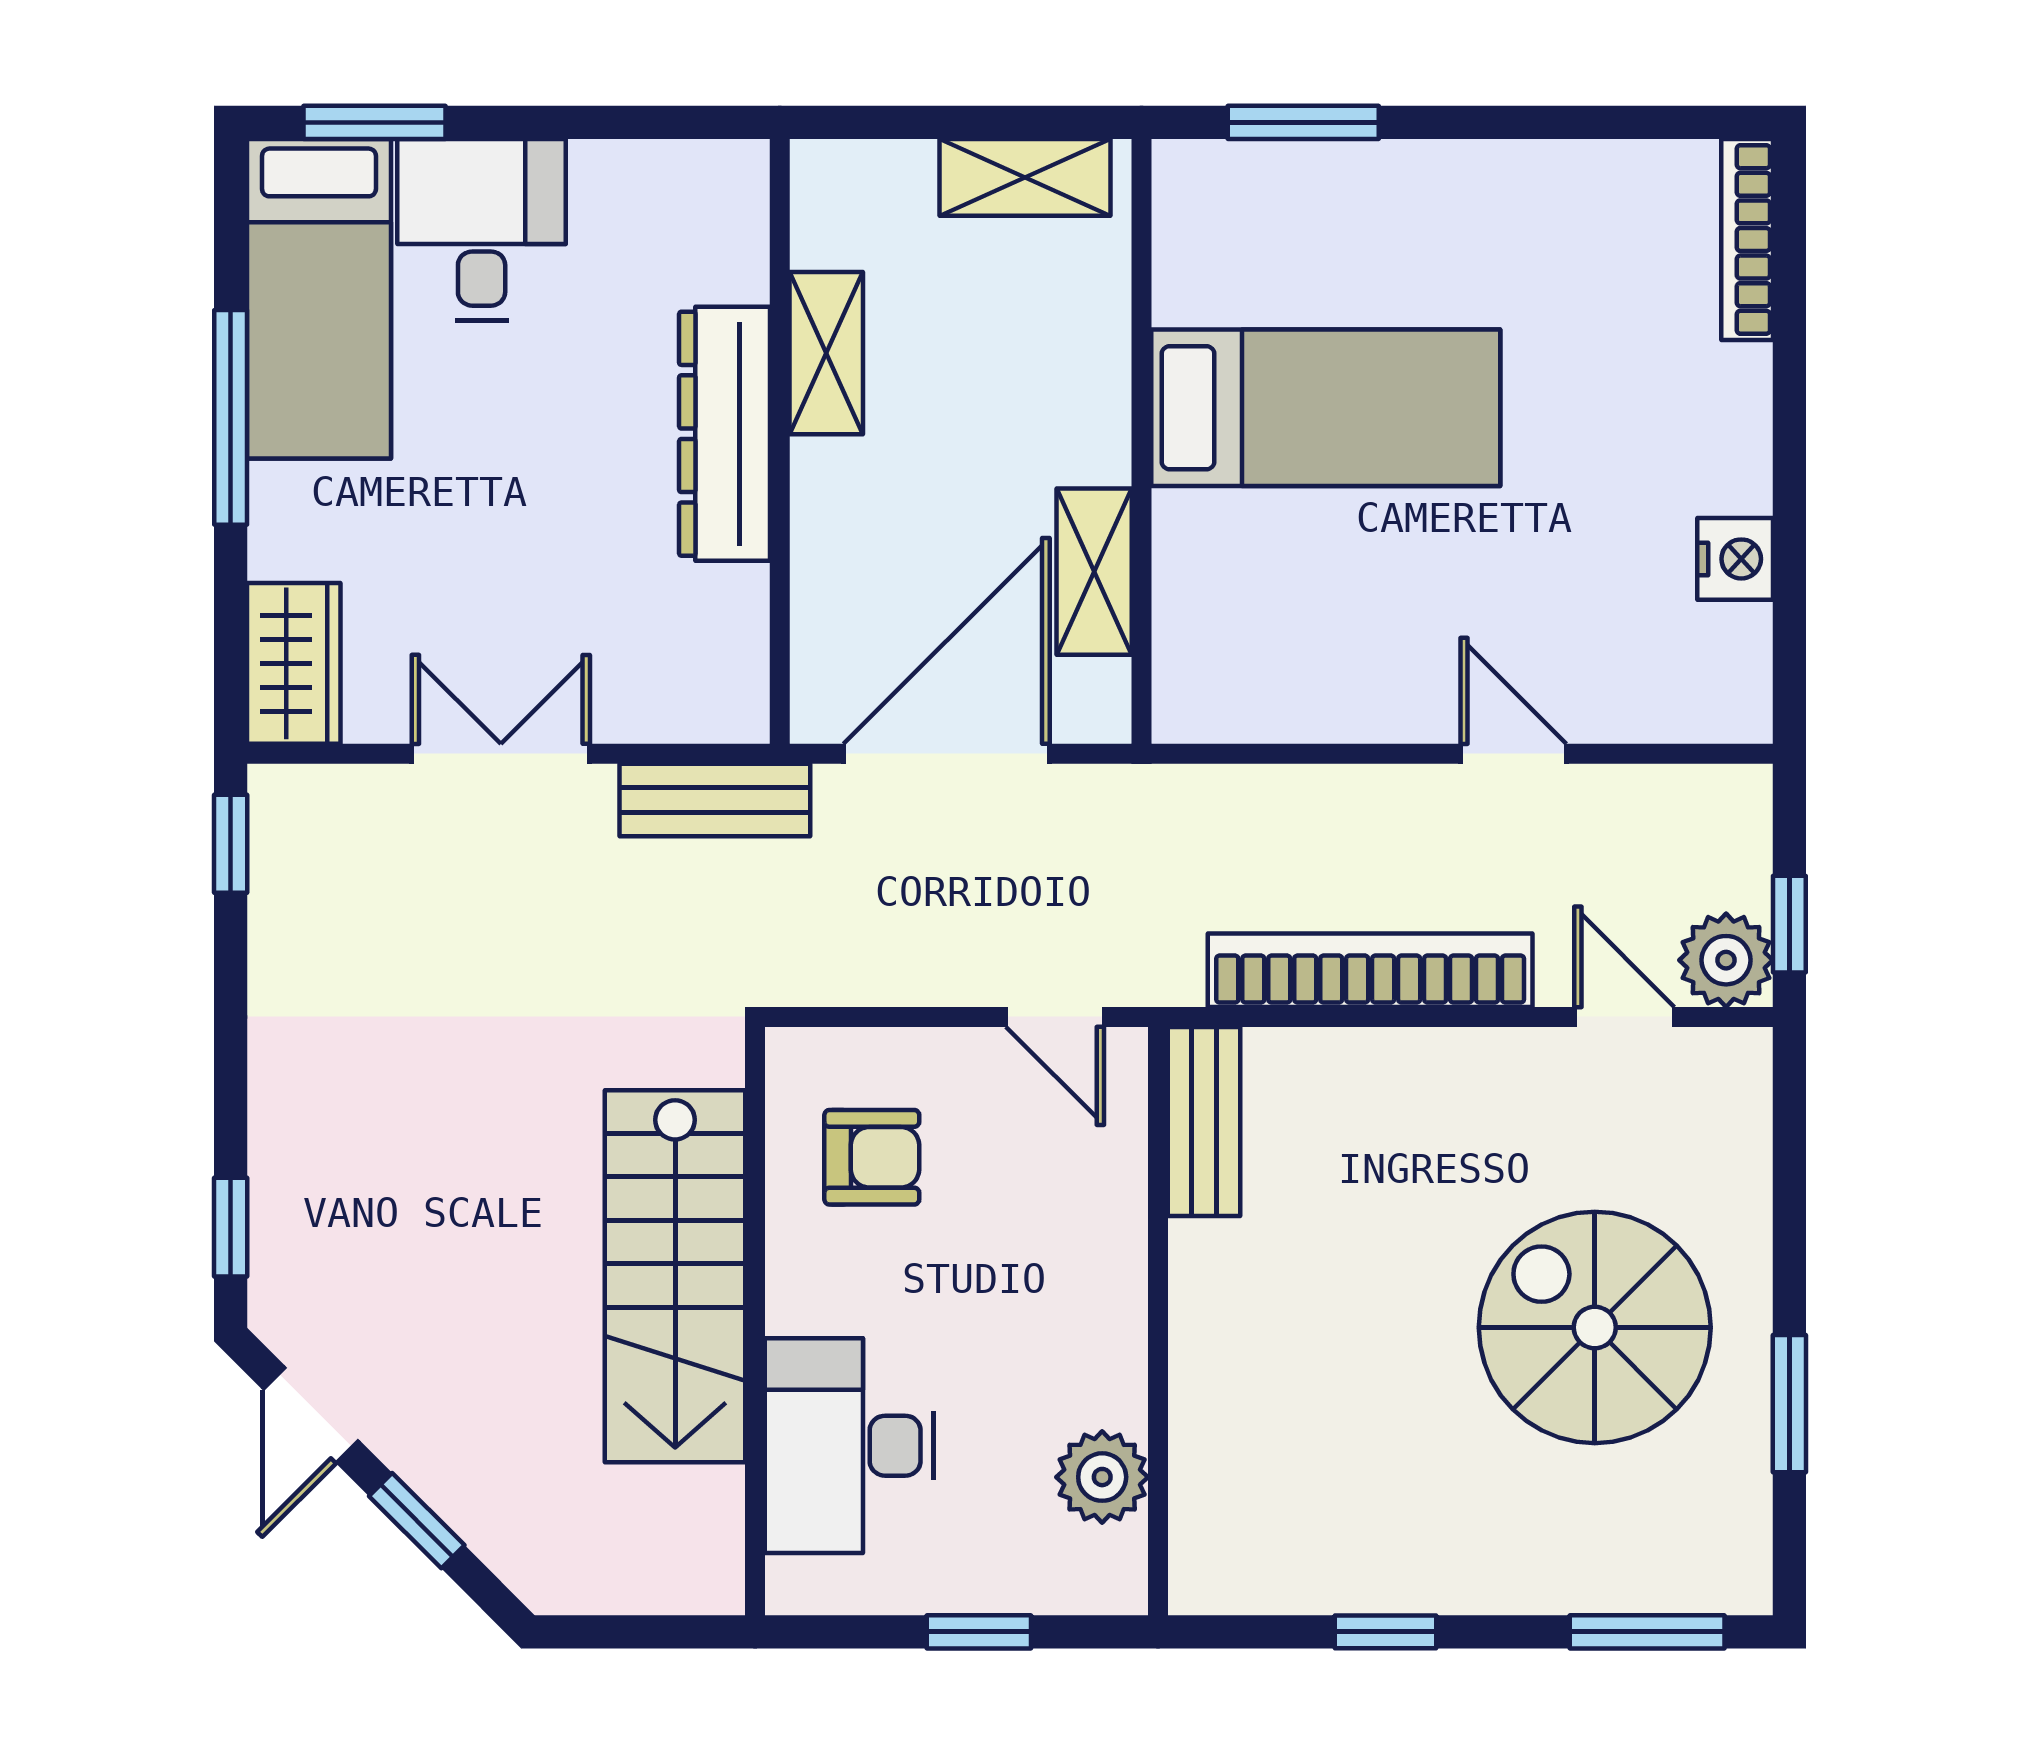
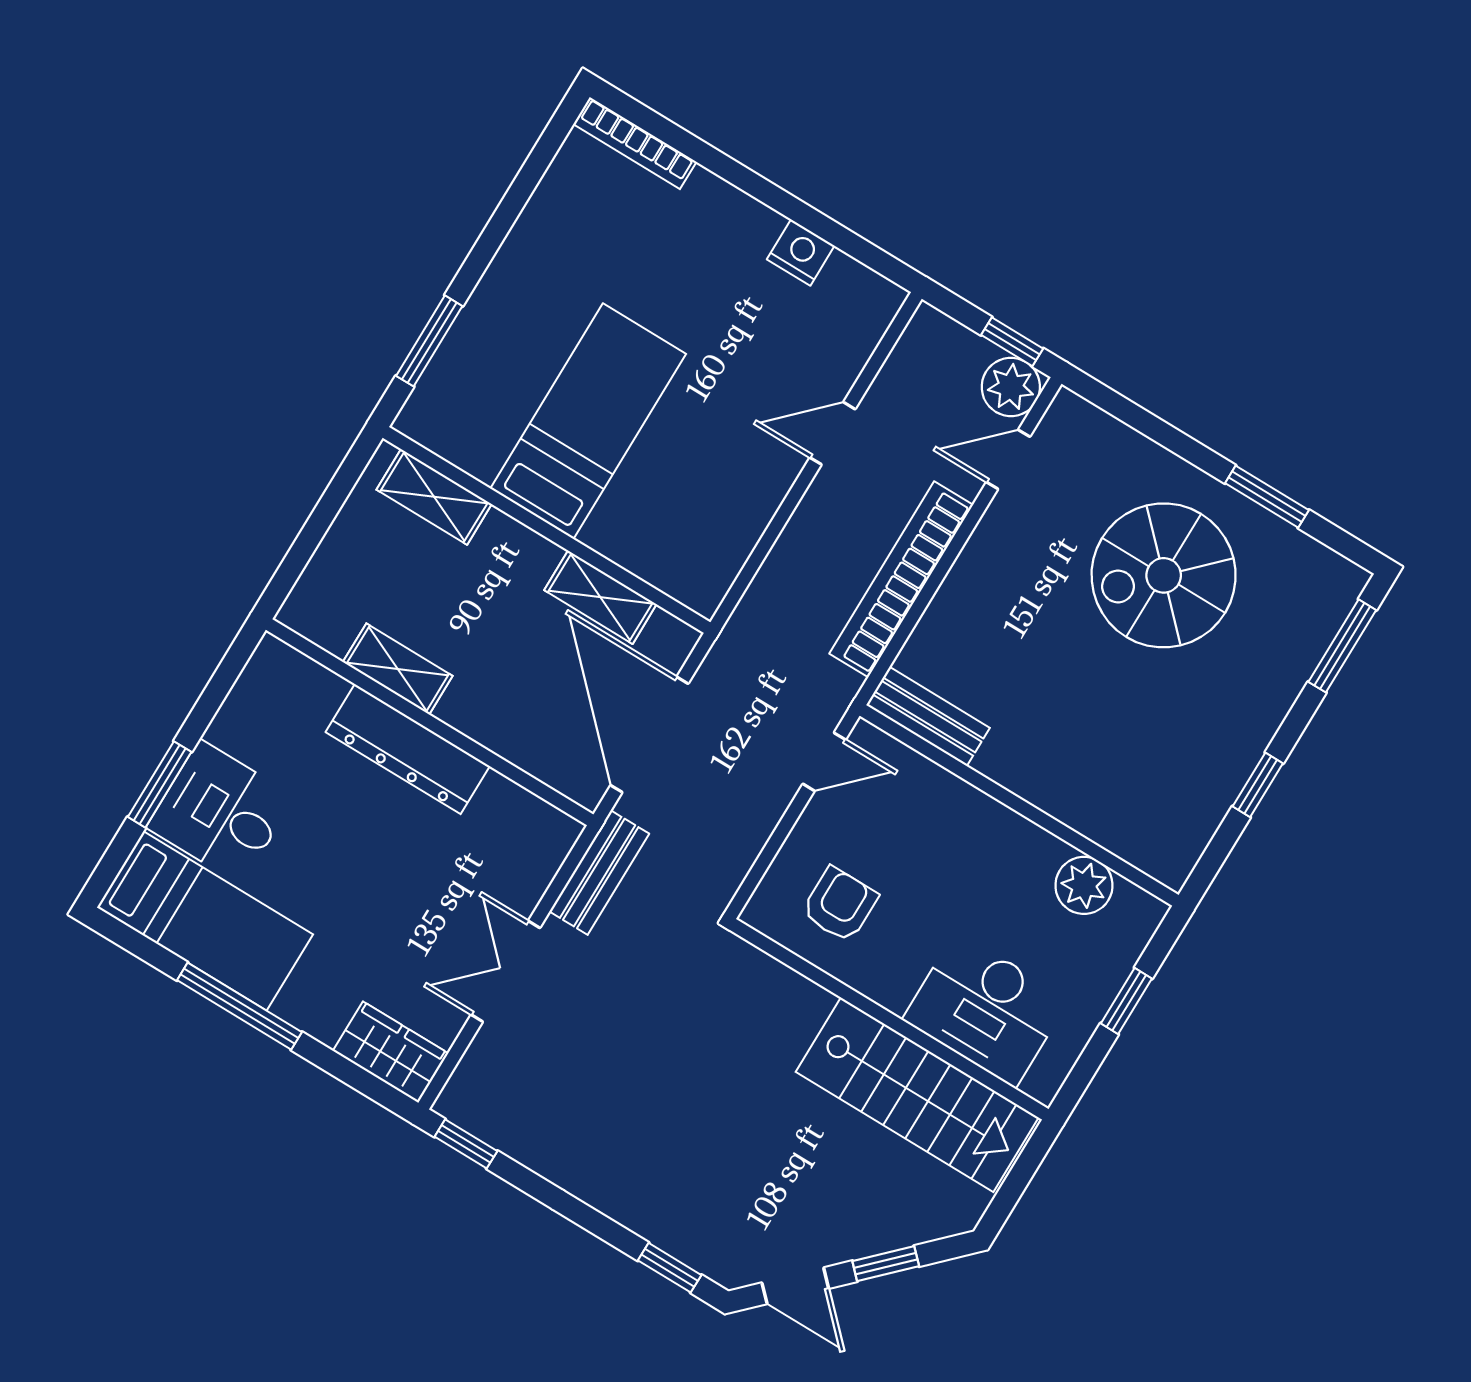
window: (375, 122) -> (160, 784), moved
shelving: (1025, 177) -> (434, 497), moved, turned 90
stairs: (675, 1276) -> (917, 1095), moved

